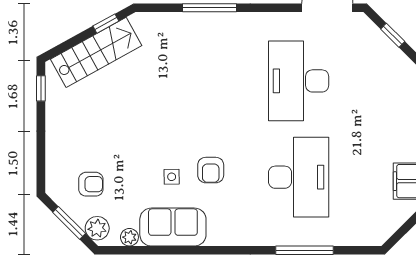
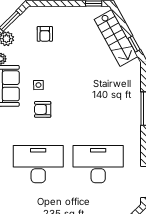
desk: (299, 177) -> (38, 164), turned 180
armchair: (91, 184) -> (45, 34), moved

